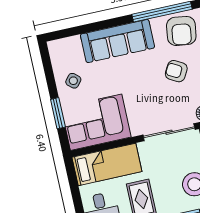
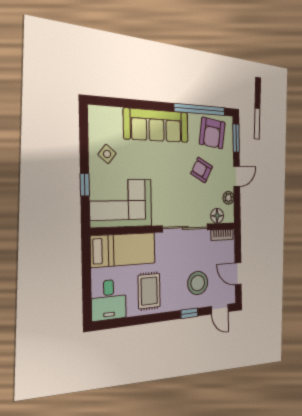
window: (58, 113) -> (85, 185), width x0.67

